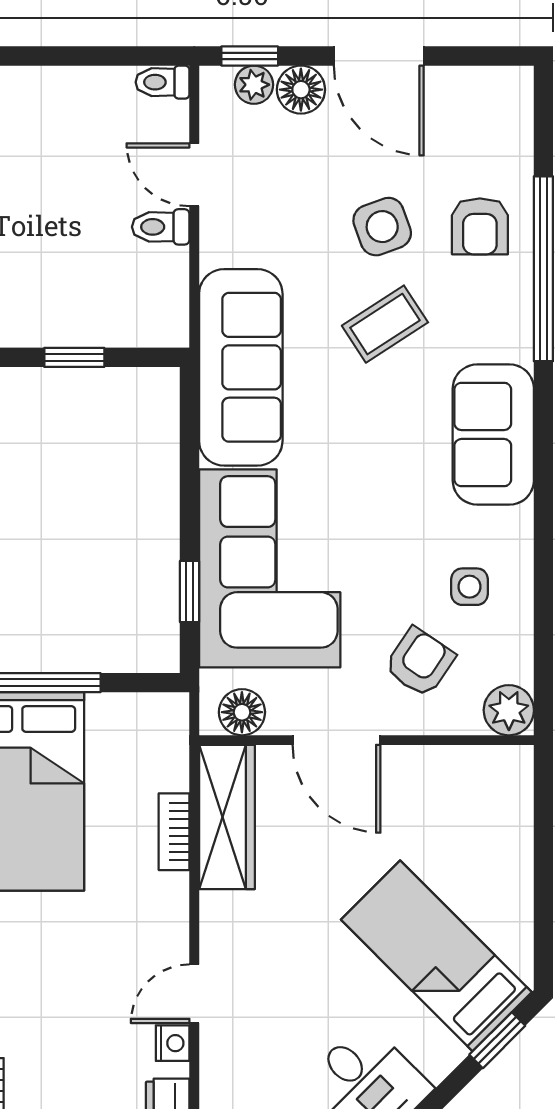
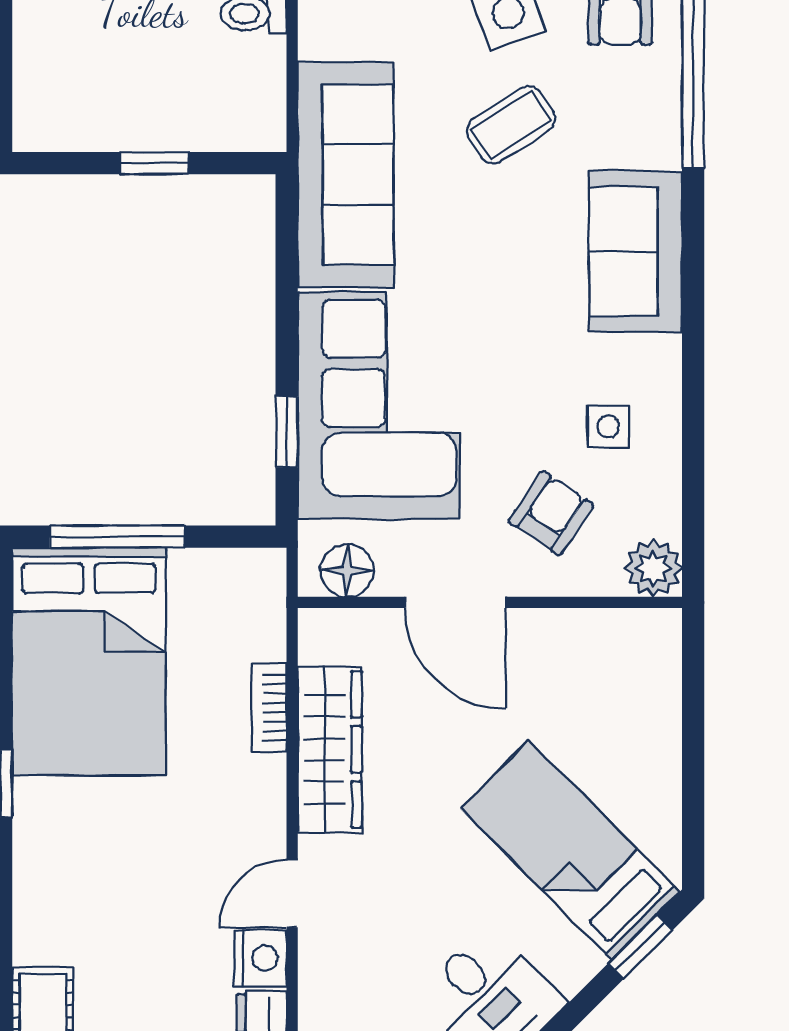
wardrobe: (227, 817) -> (330, 749), moved
nightstand: (173, 1043) -> (261, 958), width x1.39, depth x1.35

